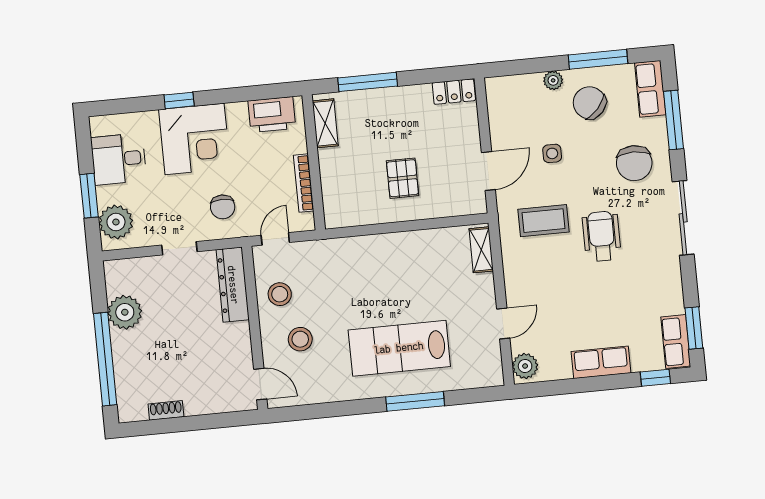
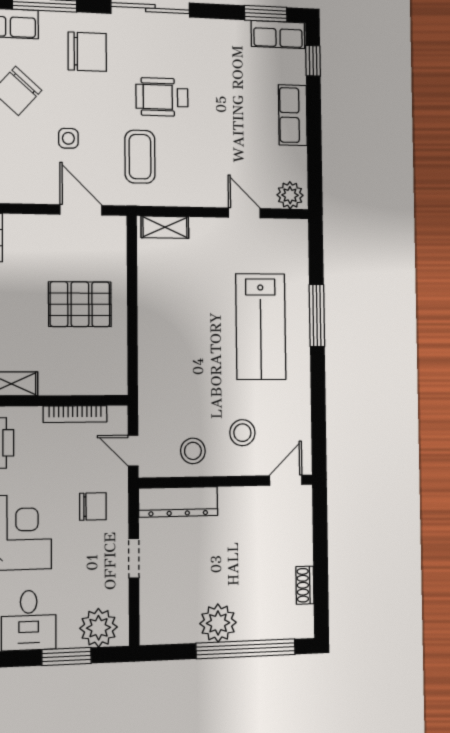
pallet: (403, 178) -> (80, 304), width x1.50, depth x1.42
plant: (125, 312) -> (218, 623), moved

